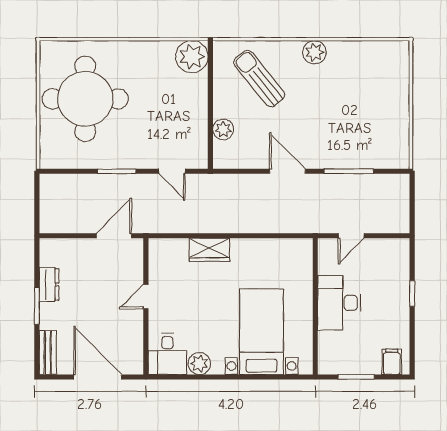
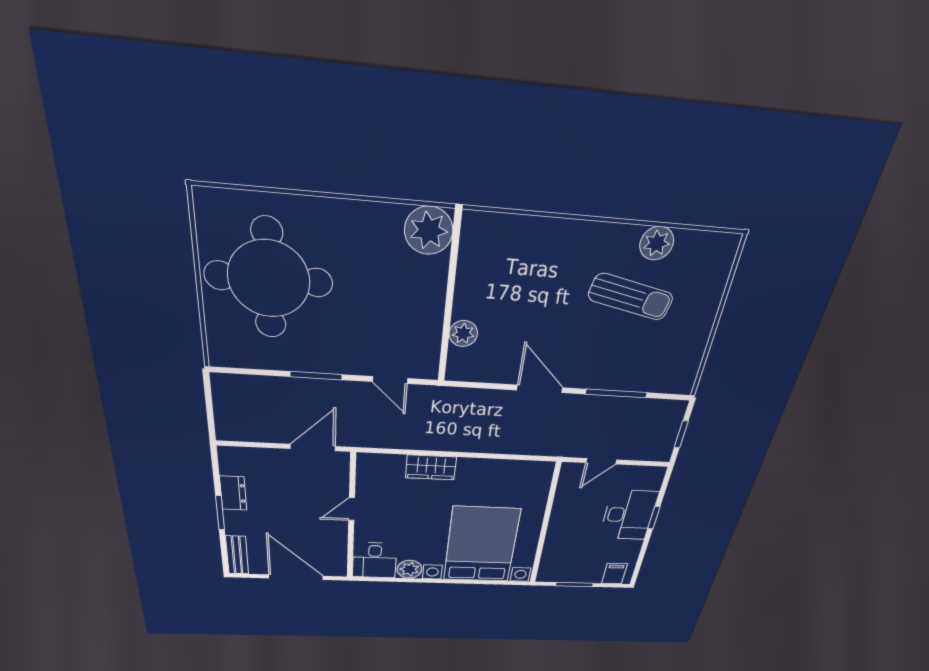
plant: (315, 52) -> (657, 243), moved
sun lounger: (259, 79) -> (631, 297), moved, turned 141
window: (412, 205) -> (681, 434), added
desk: (339, 303) -> (629, 515), moved, turned 180
bed with nightstands: (262, 332) -> (481, 545), width x1.36

